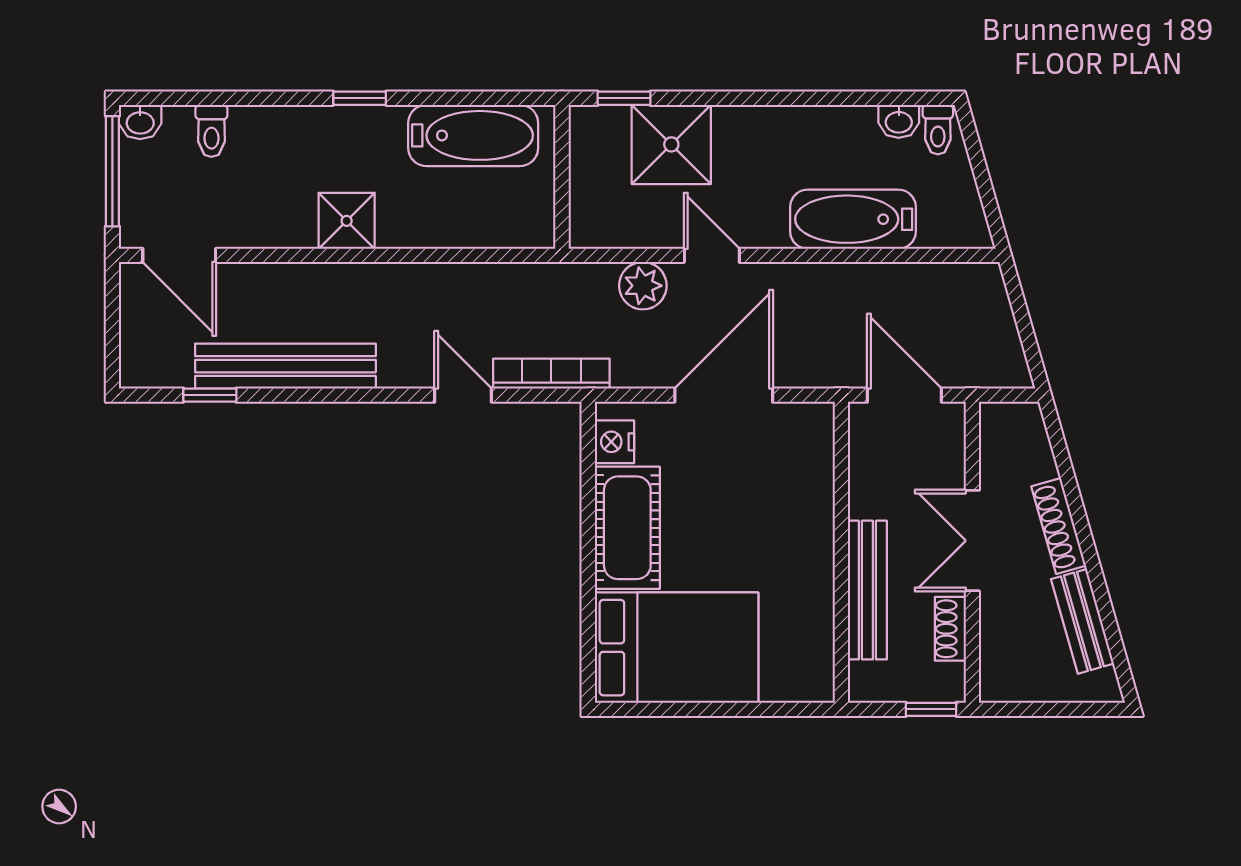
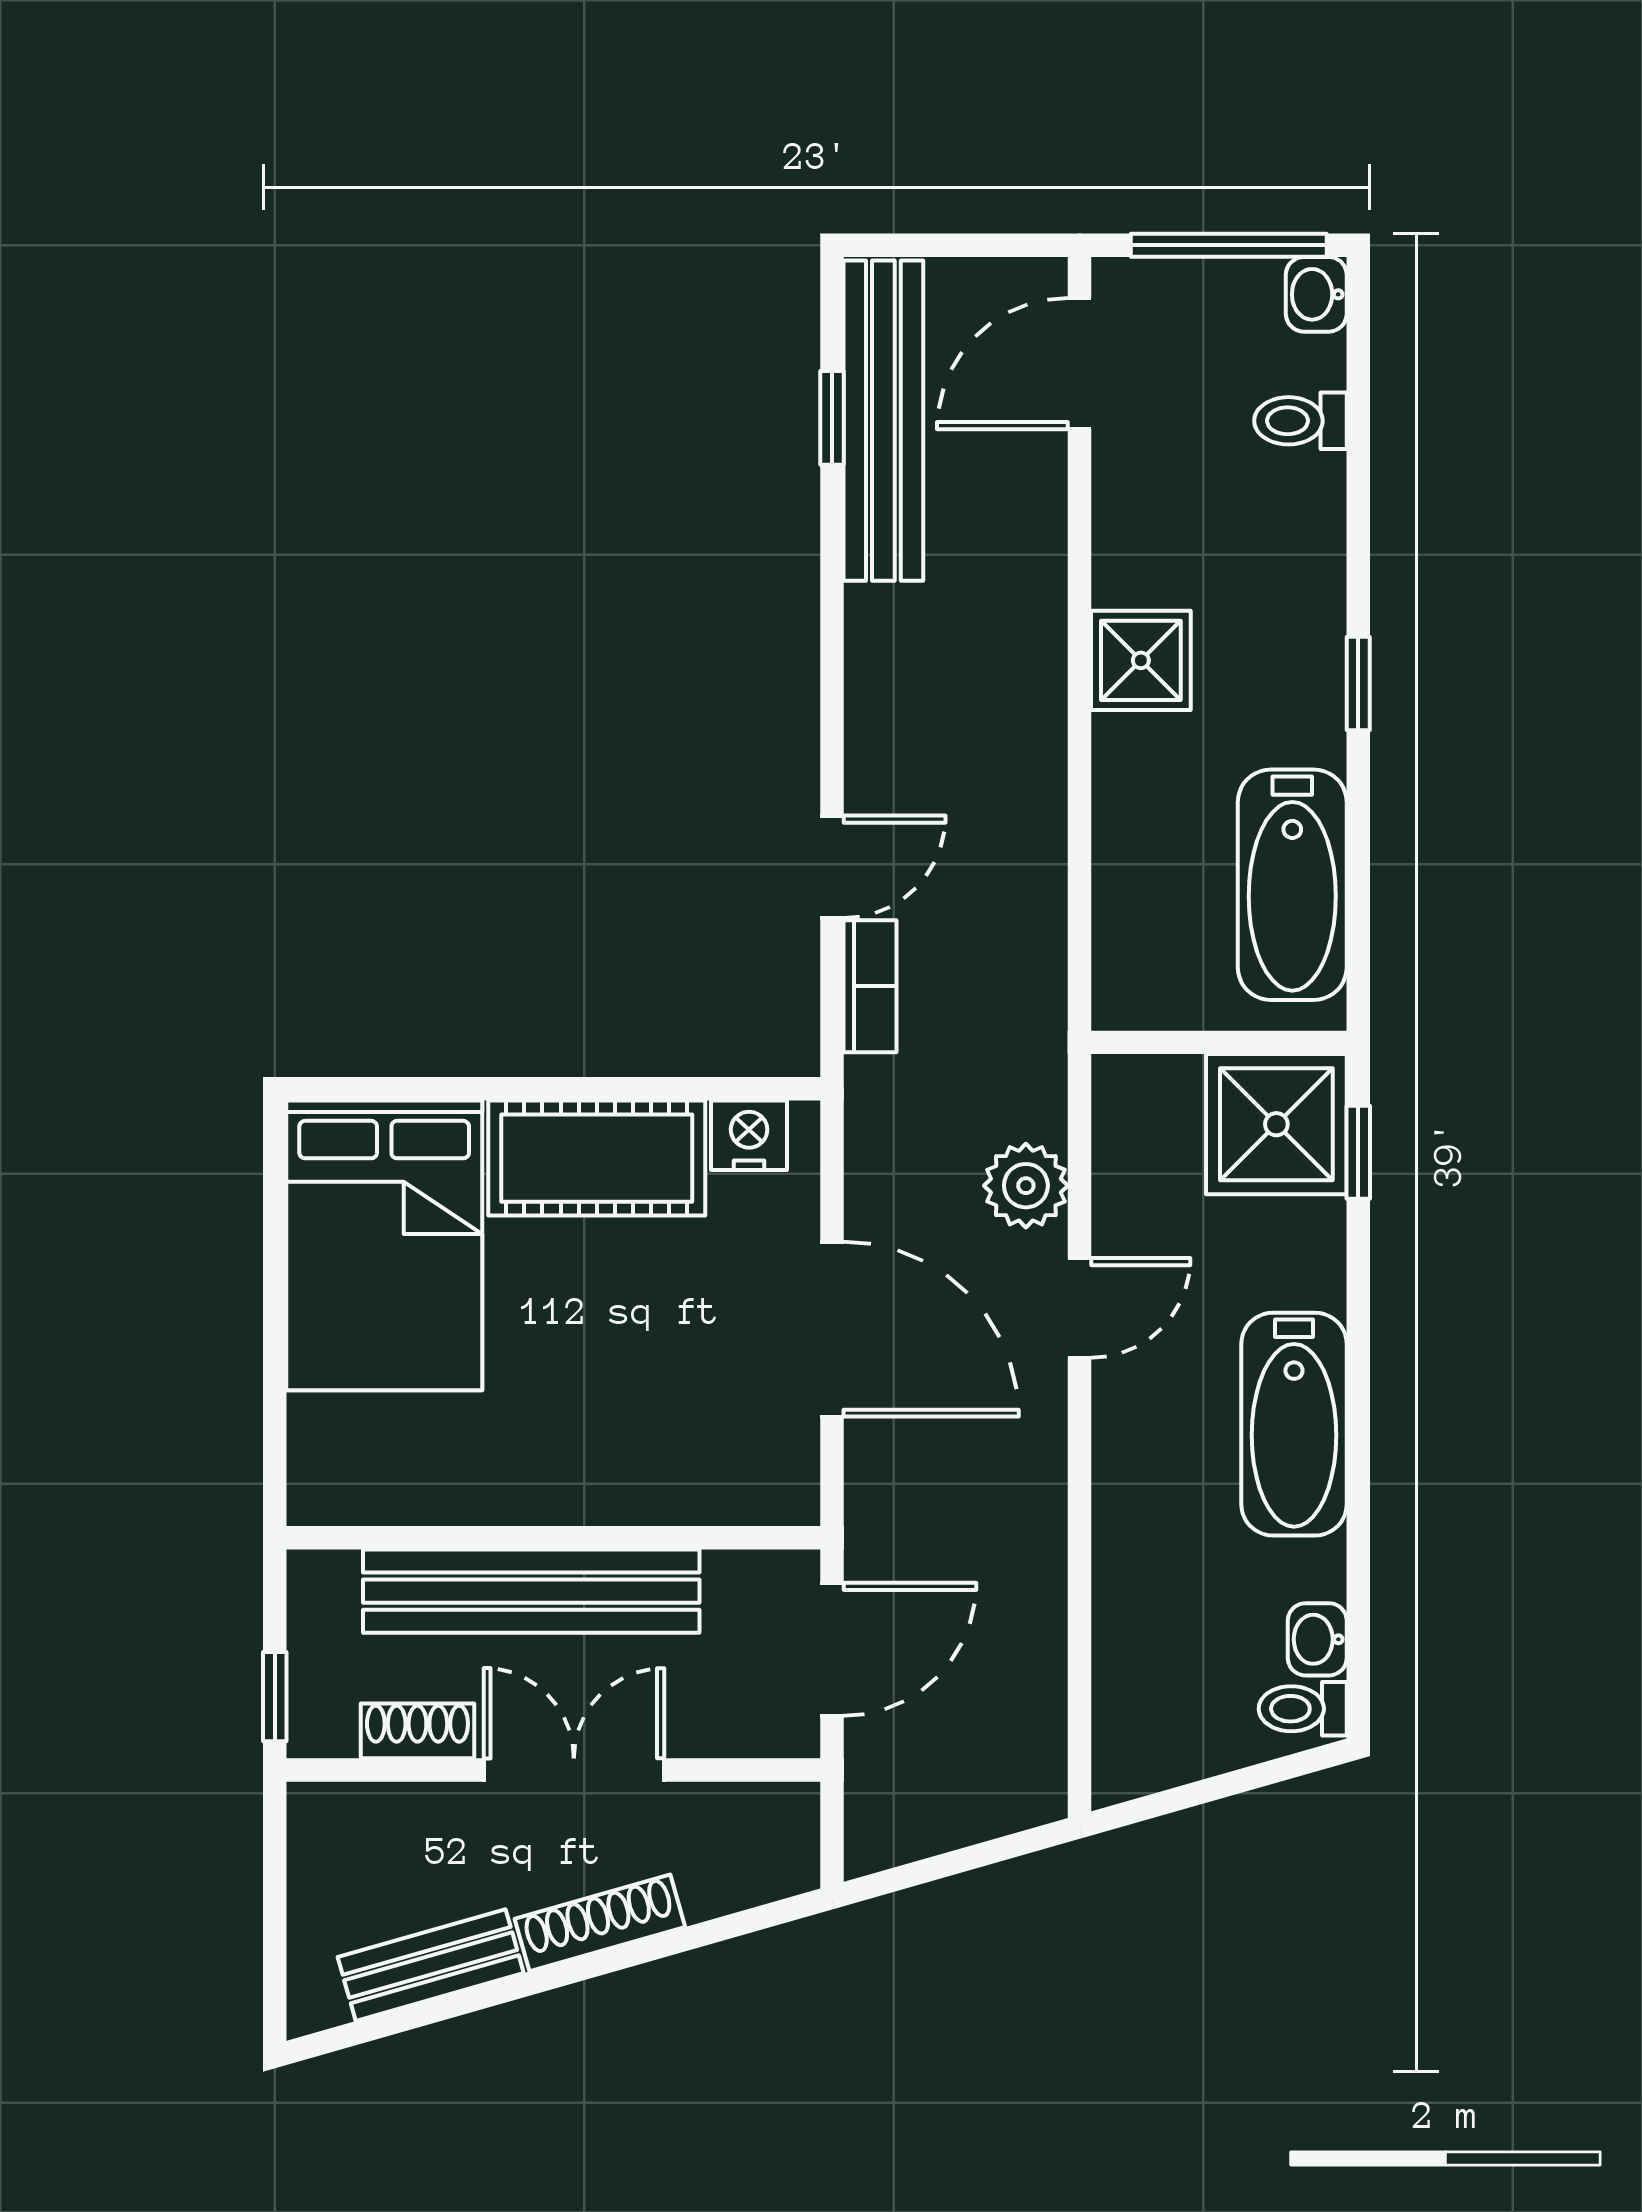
shower: (671, 144) -> (1276, 1124), moved
bathtub: (853, 219) -> (1294, 1424), moved, turned 180
bench: (285, 366) -> (883, 421), moved
bookcase: (551, 374) -> (870, 986), width x0.64
bench: (867, 590) -> (531, 1591), width x1.37, depth x1.21

